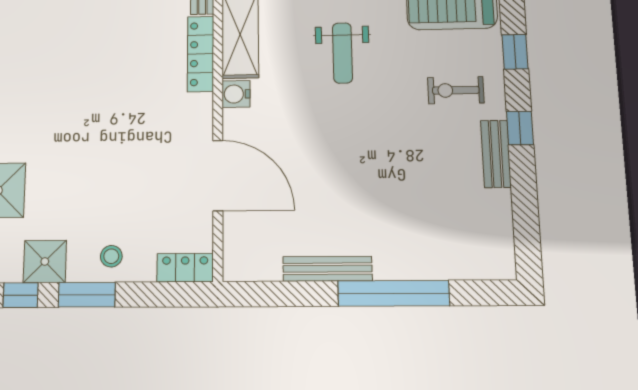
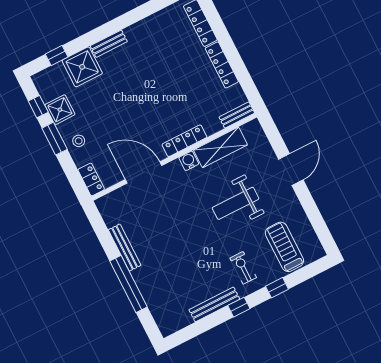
weight bench: (342, 53) -> (236, 203), width x1.36, depth x1.33
locker: (200, 54) -> (184, 141), moved
bench: (496, 154) -> (214, 304), width x1.36
door: (218, 176) -> (144, 172), swing flipped

